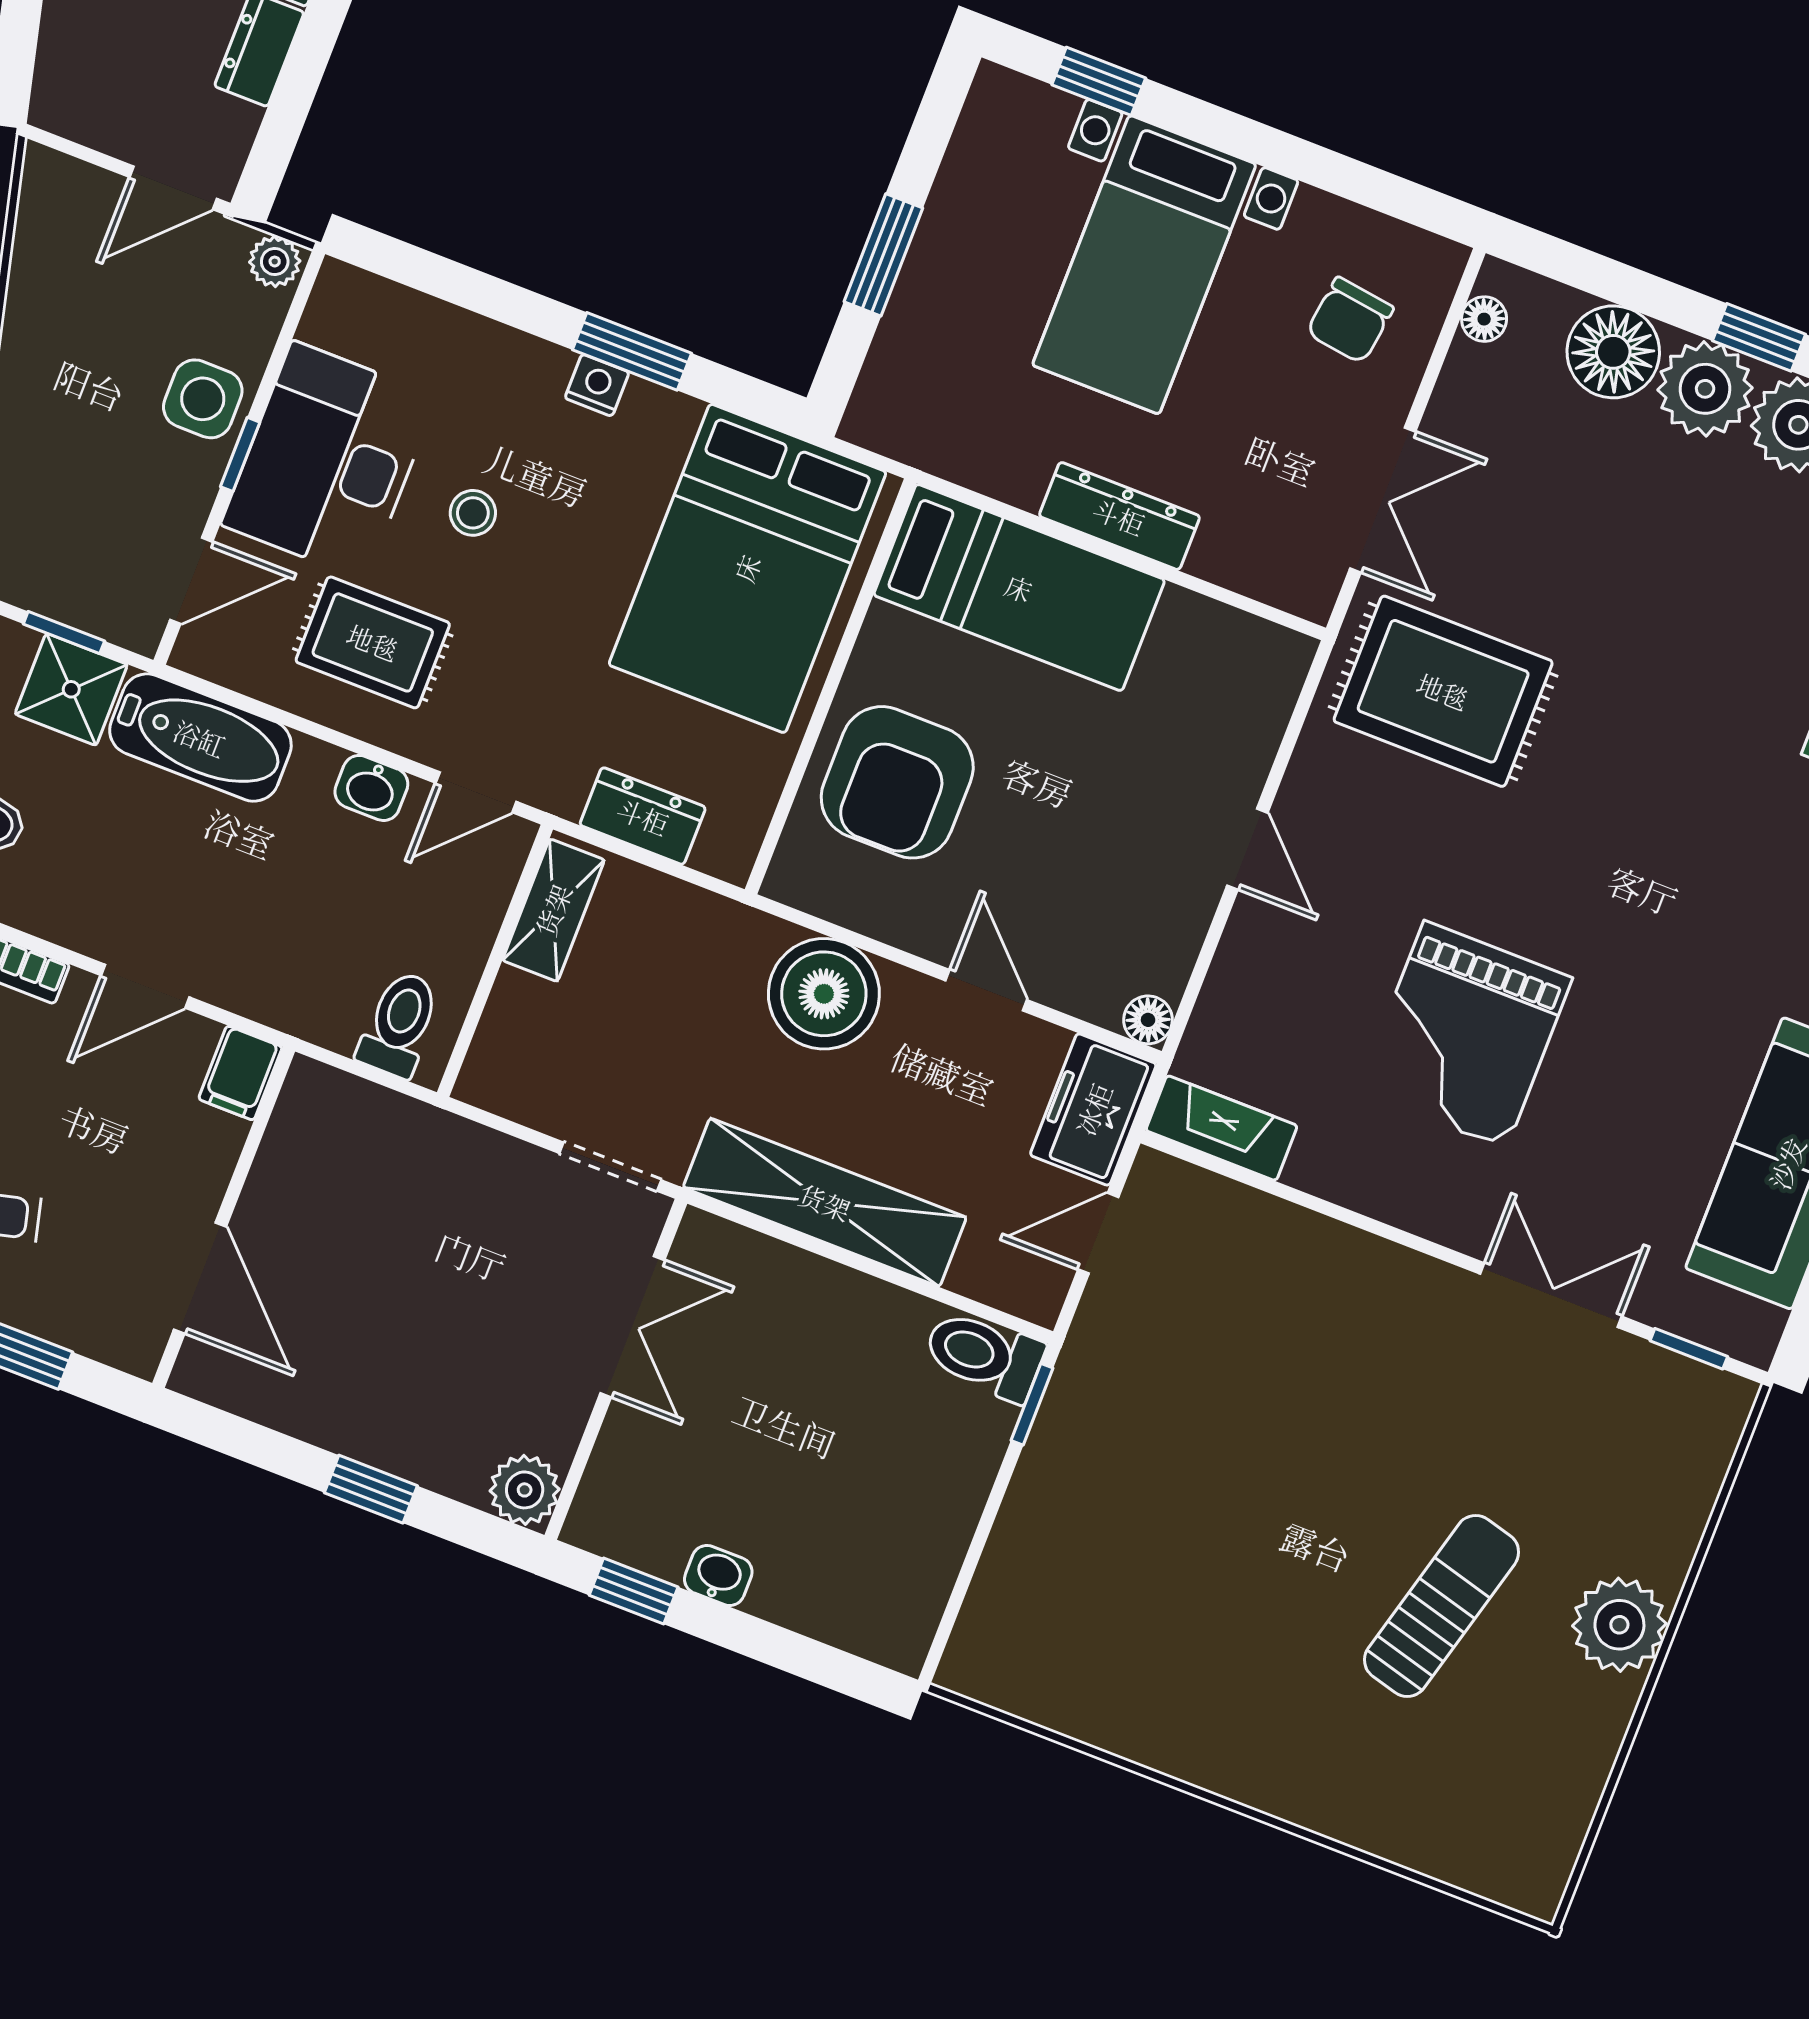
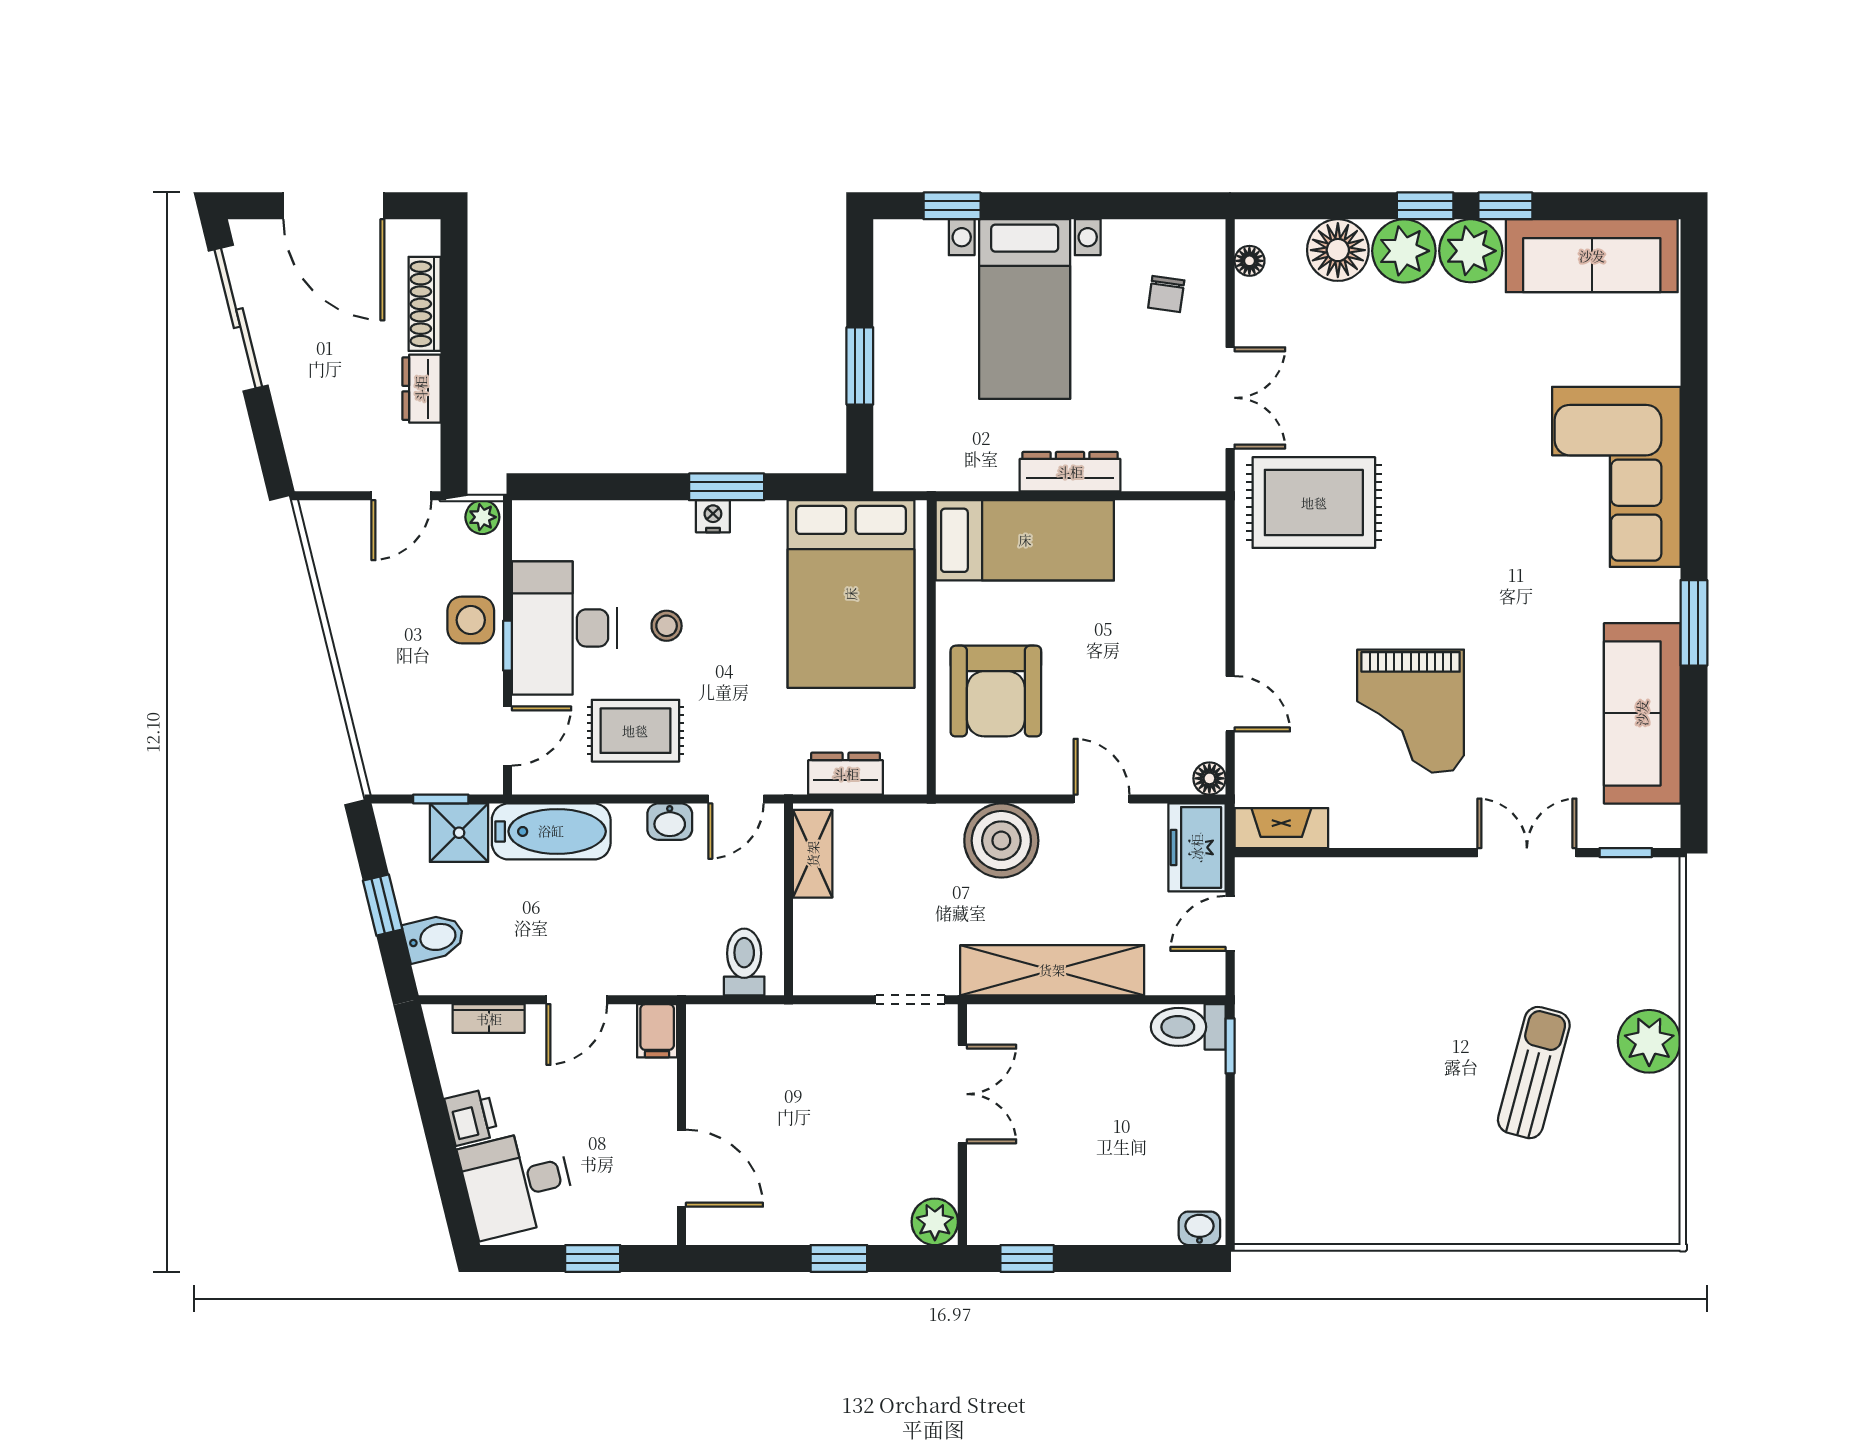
chair: (1350, 320) -> (1166, 294), width x0.73, depth x0.73
door: (1247, 849) -> (1230, 704), moved
washbasin: (718, 1575) -> (1199, 1228), moved

